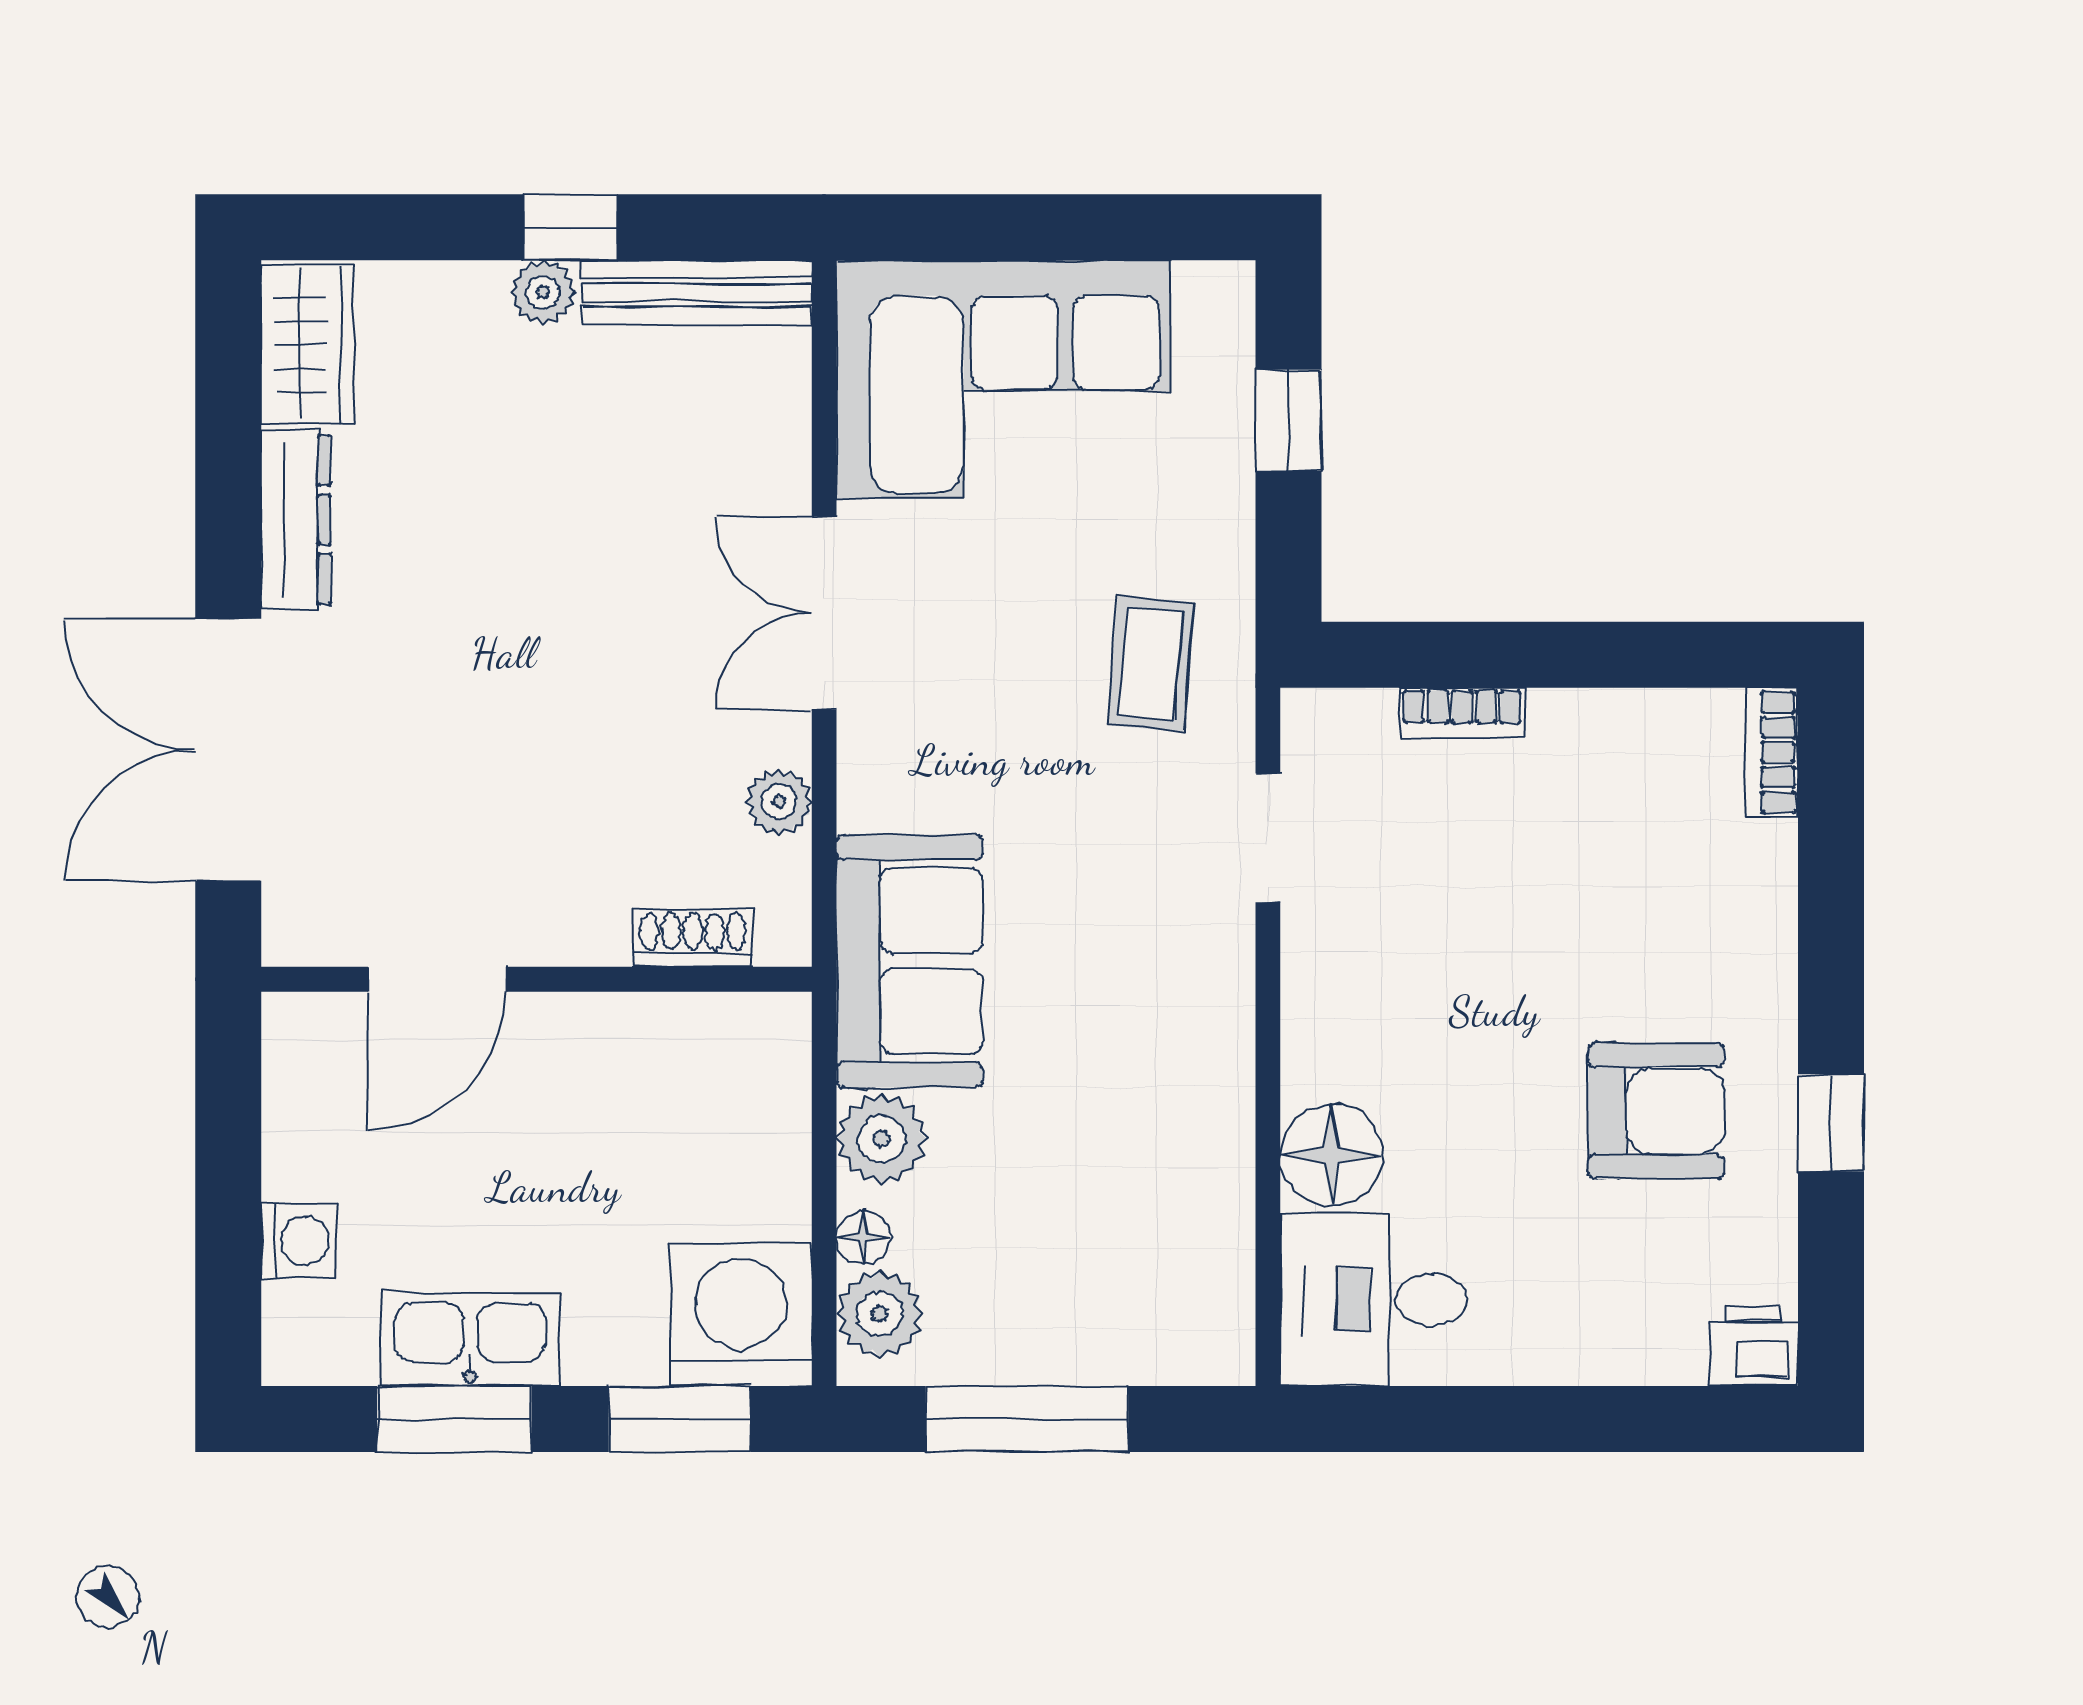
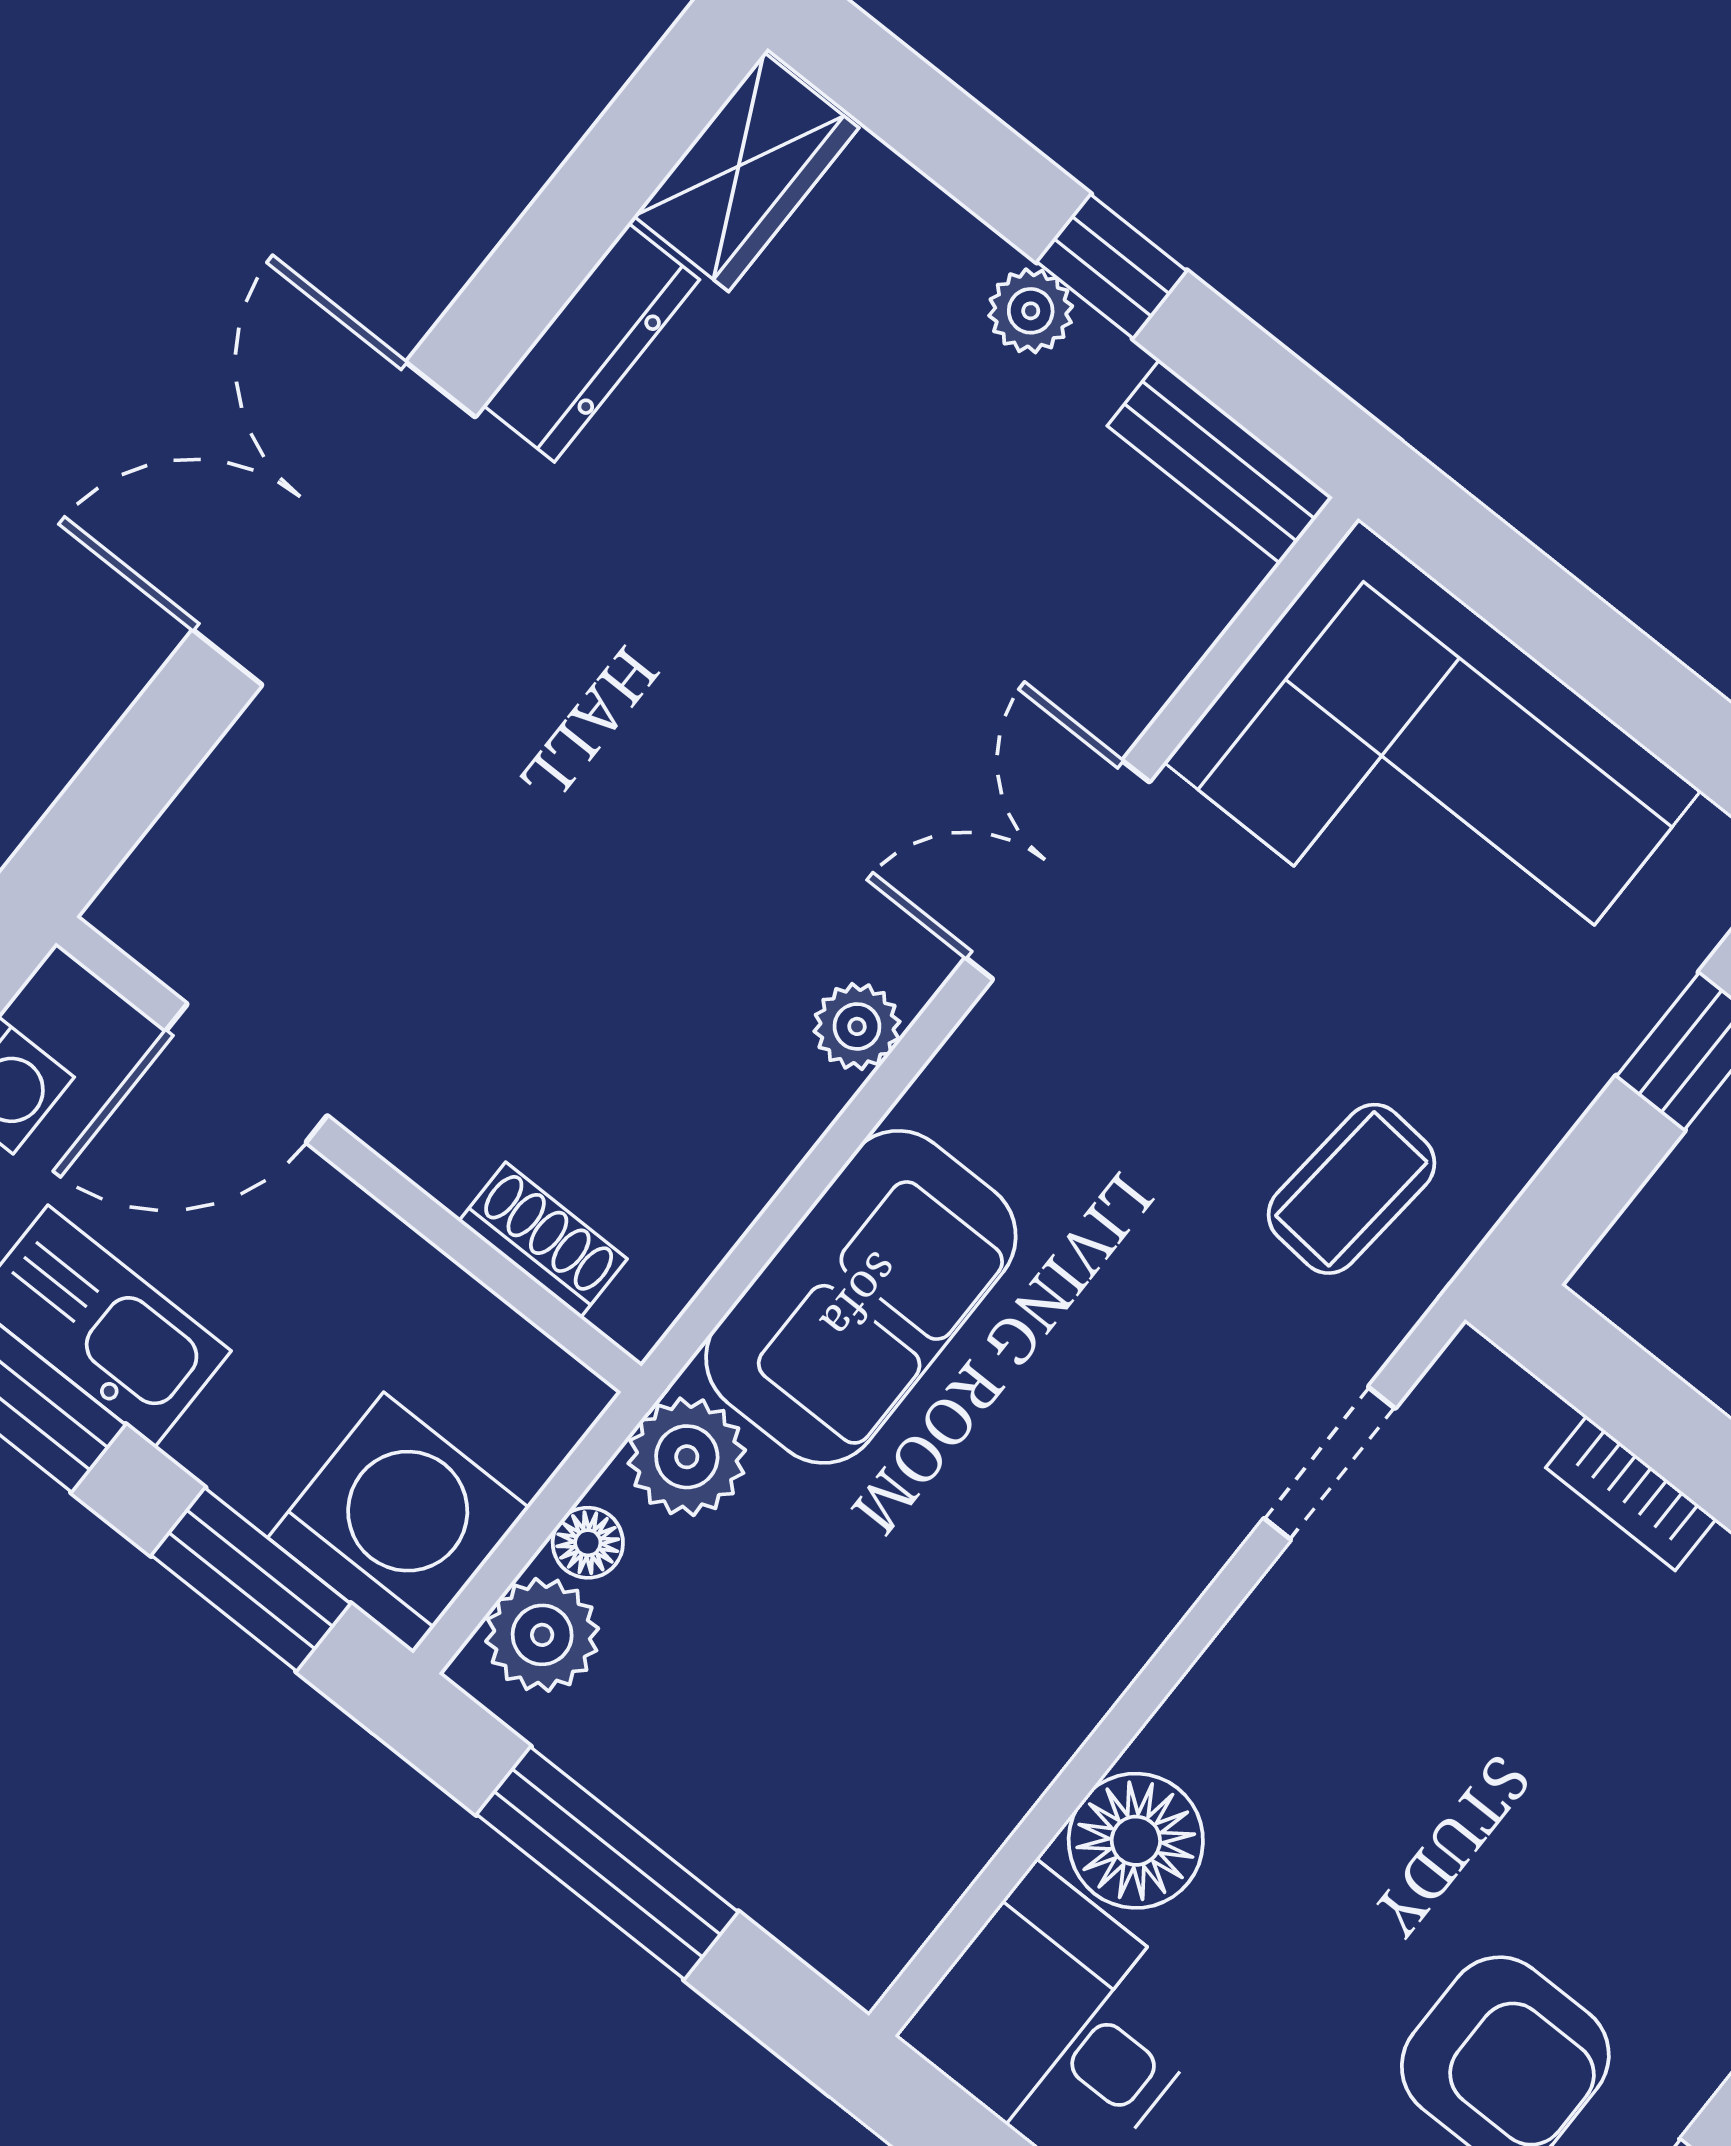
bench: (697, 292) -> (1220, 462), width x0.73
shoe rack: (693, 938) -> (543, 1240), moved
door: (437, 979) -> (247, 1073), moved
wall: (536, 979) -> (349, 1154), moved

